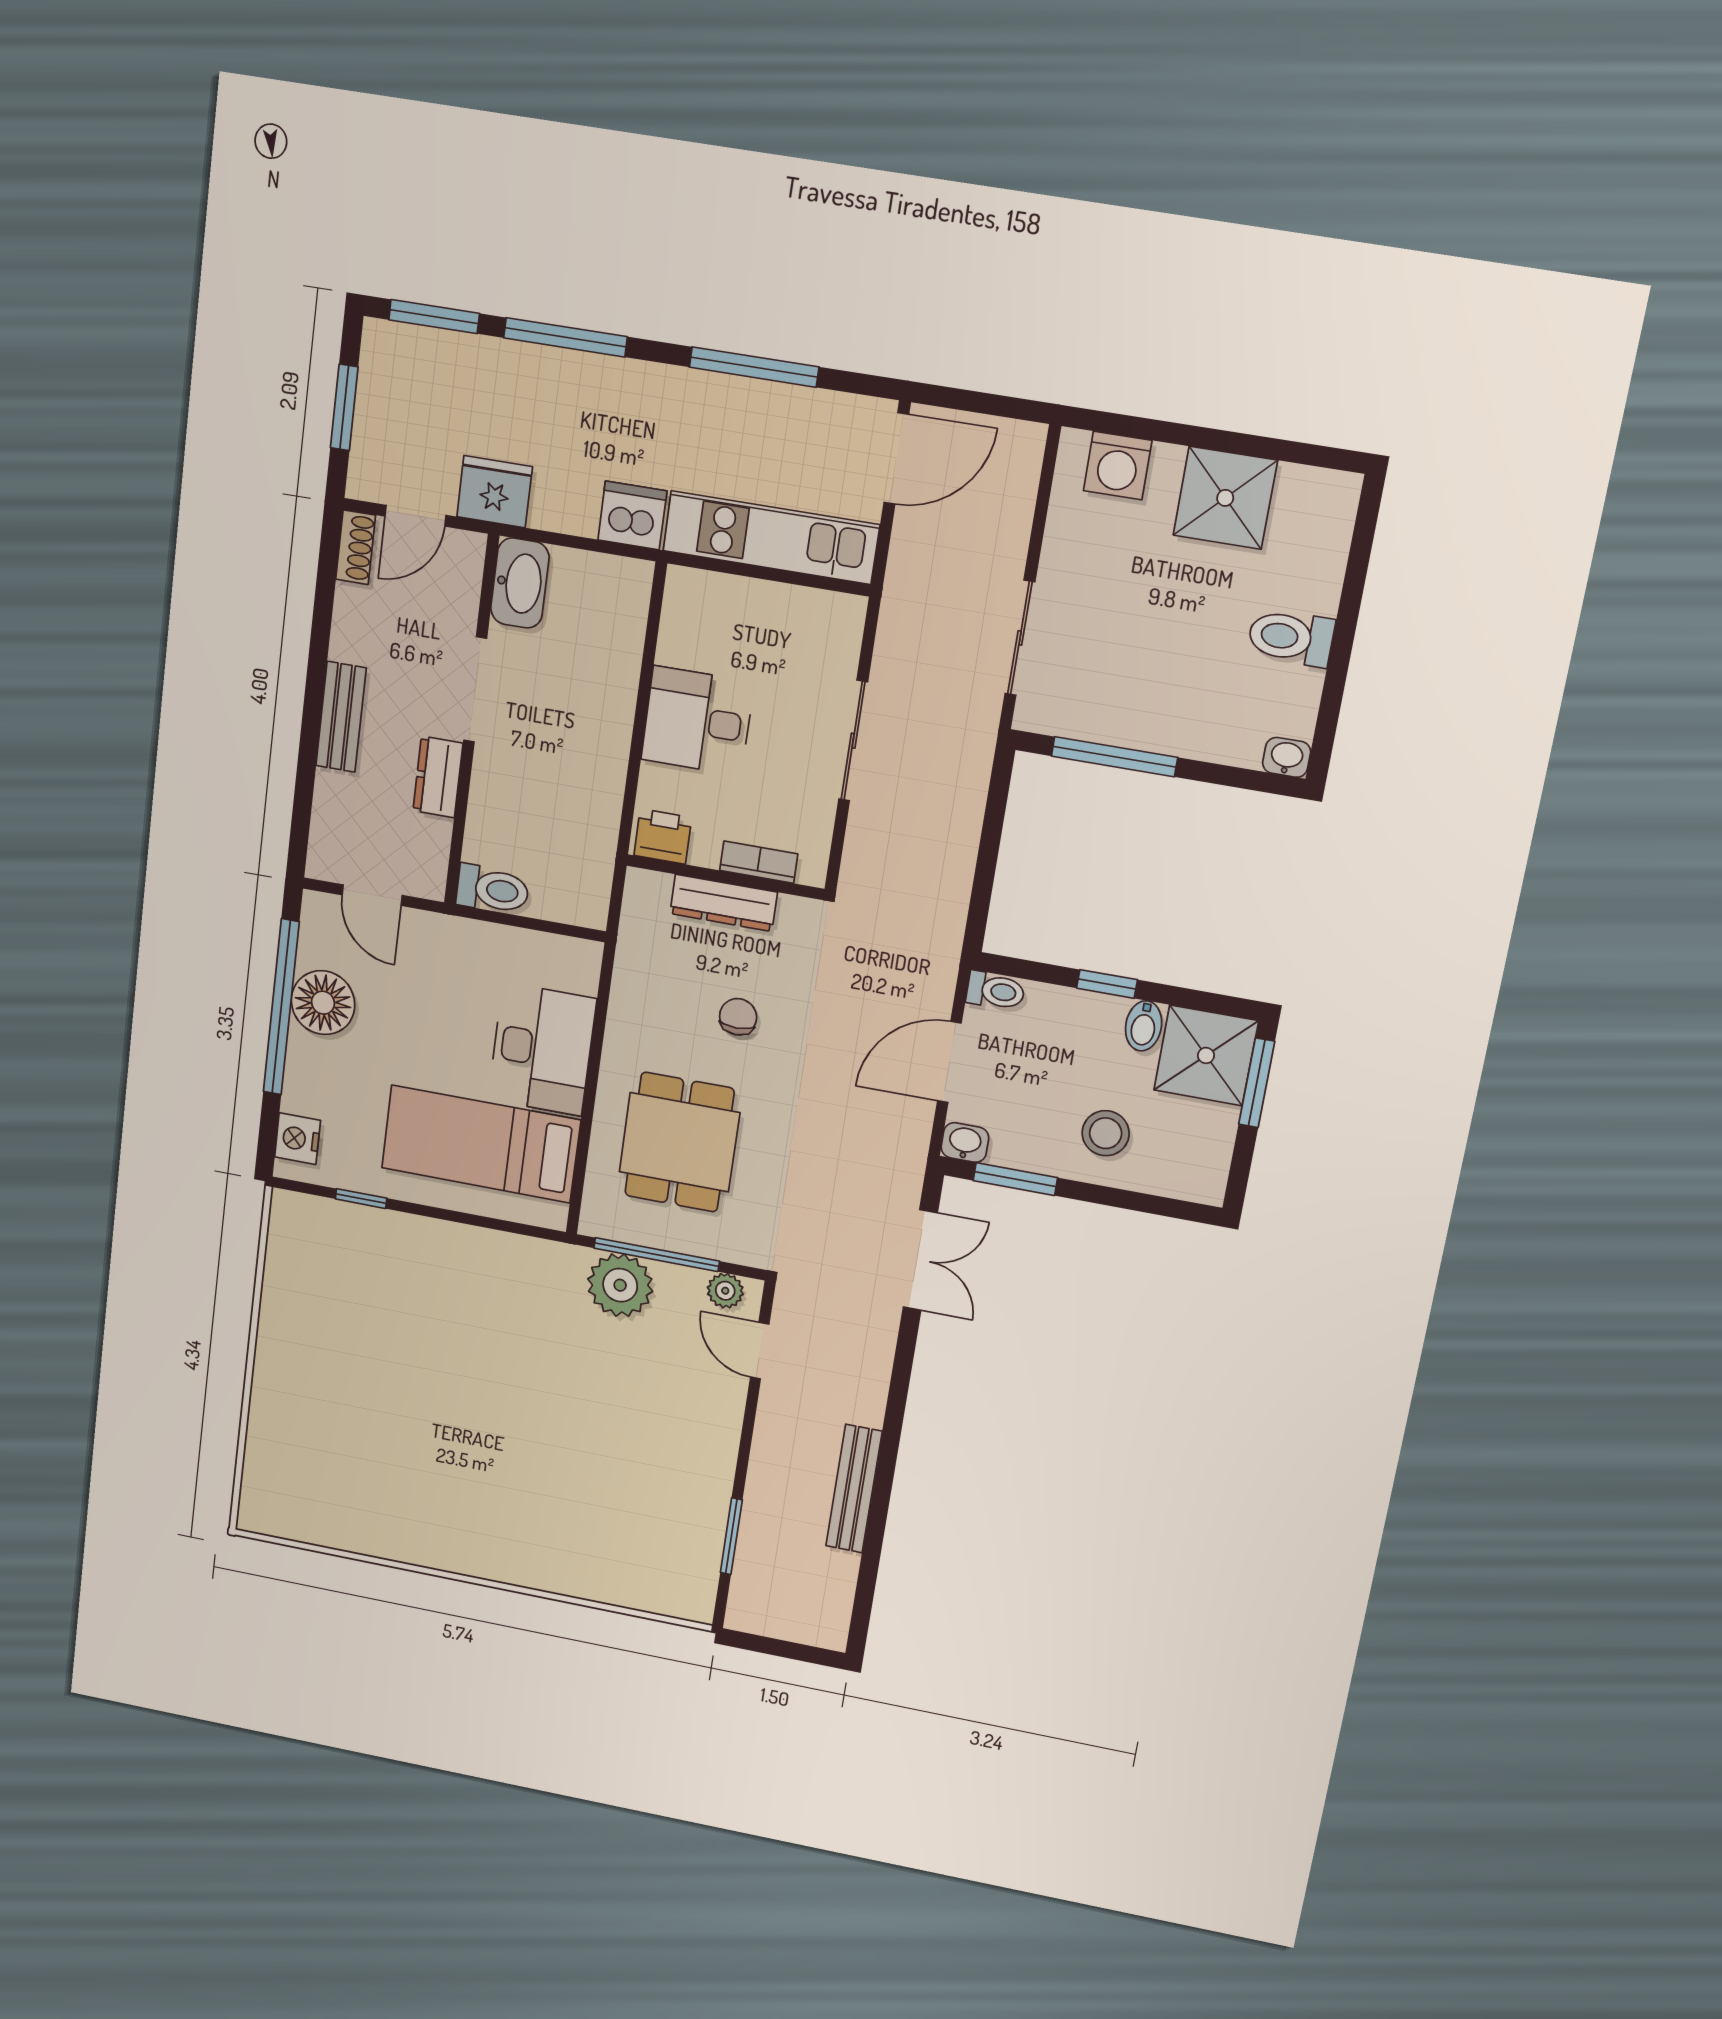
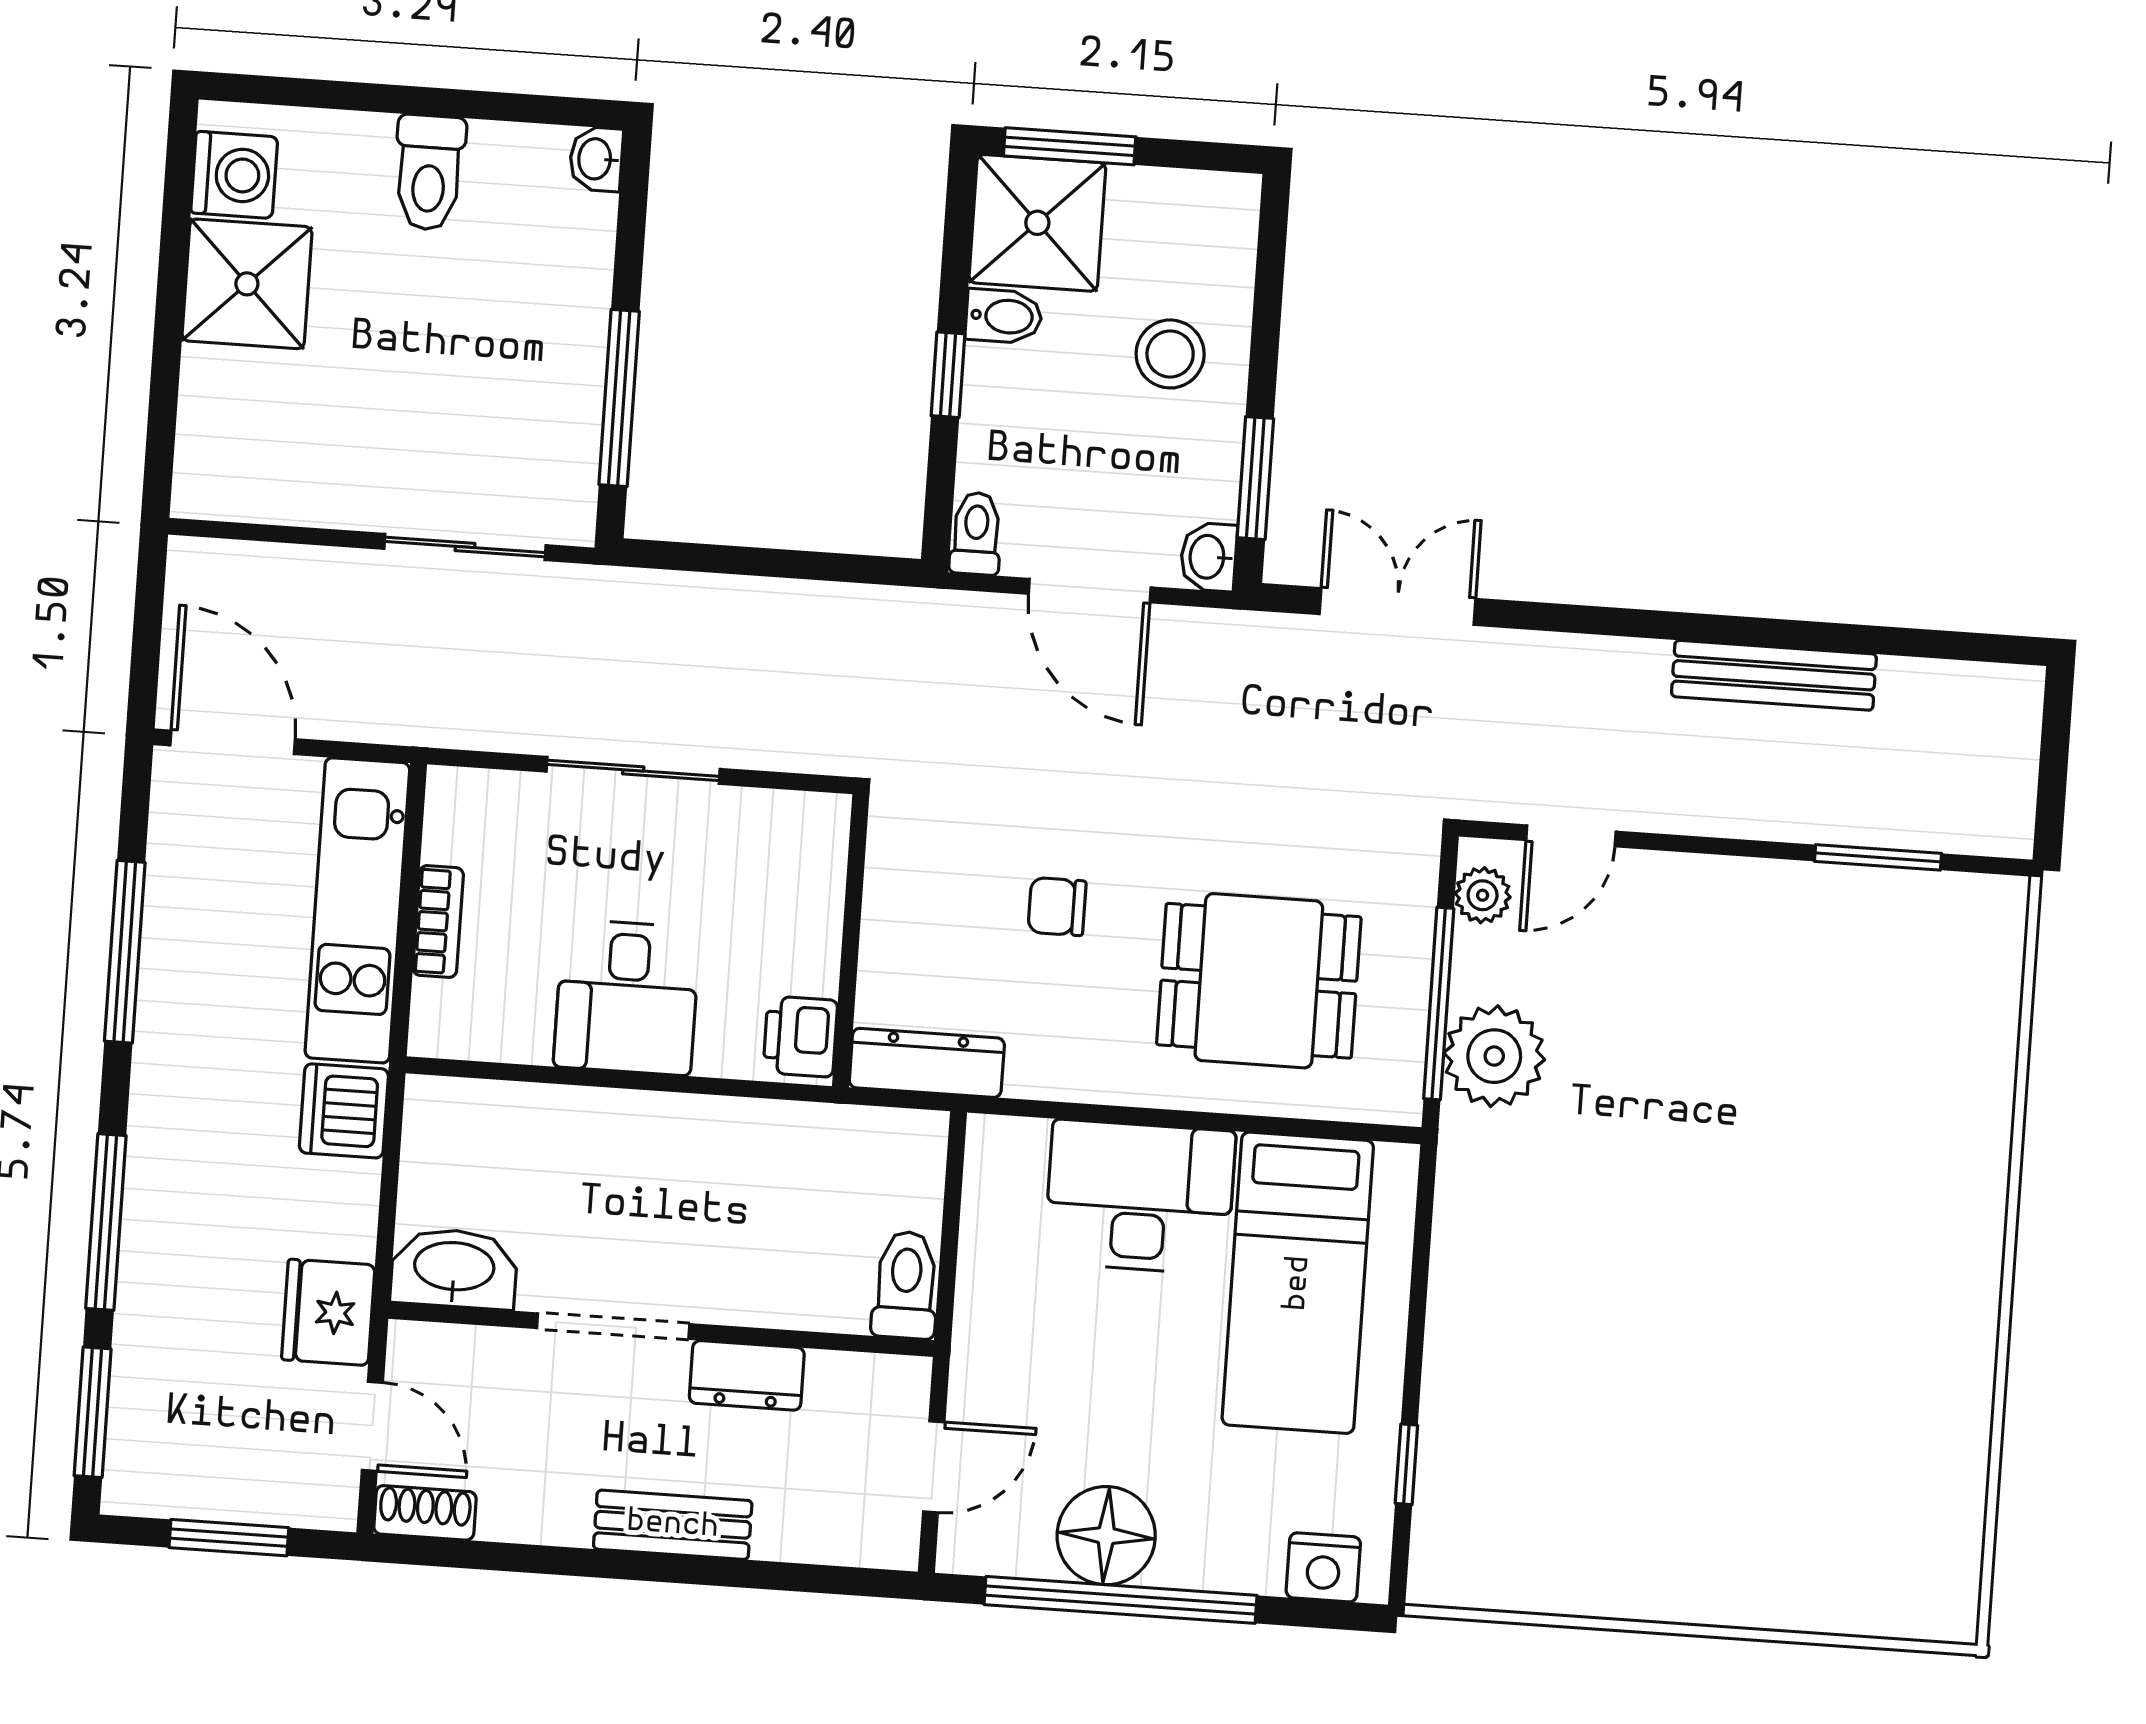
washing machine: (1118, 466) -> (234, 175), moved
bookcase: (759, 862) -> (438, 922), moved, turned 180
dresser: (724, 903) -> (927, 1063), moved, turned -90

